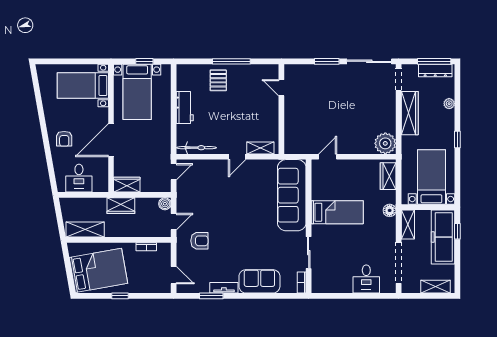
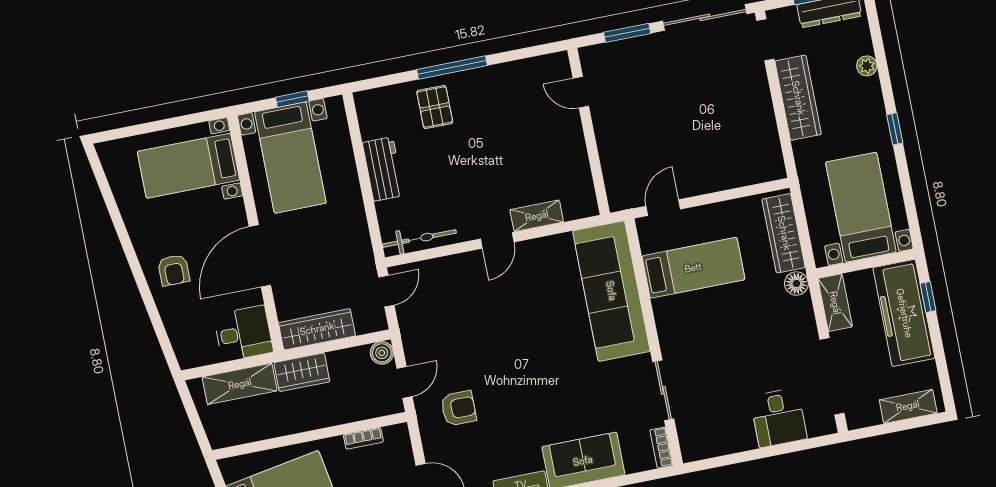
door: (281, 88) -> (581, 92), moved
wall: (281, 109) -> (589, 131), moved
plant: (385, 143) -> (764, 162), removed
wardrobe: (388, 176) -> (784, 233), width x1.50
desk: (79, 178) -> (243, 333), moved, turned -90
wardrobe: (127, 185) -> (317, 329), width x1.50
bed: (337, 212) -> (693, 268), moved
shelving: (85, 230) -> (240, 384), moved

